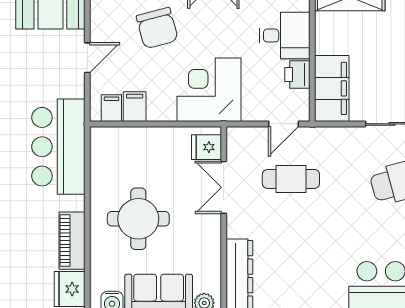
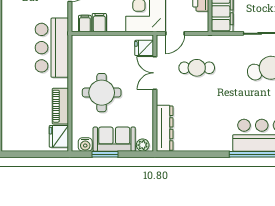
door: (283, 124) -> (175, 33), moved

